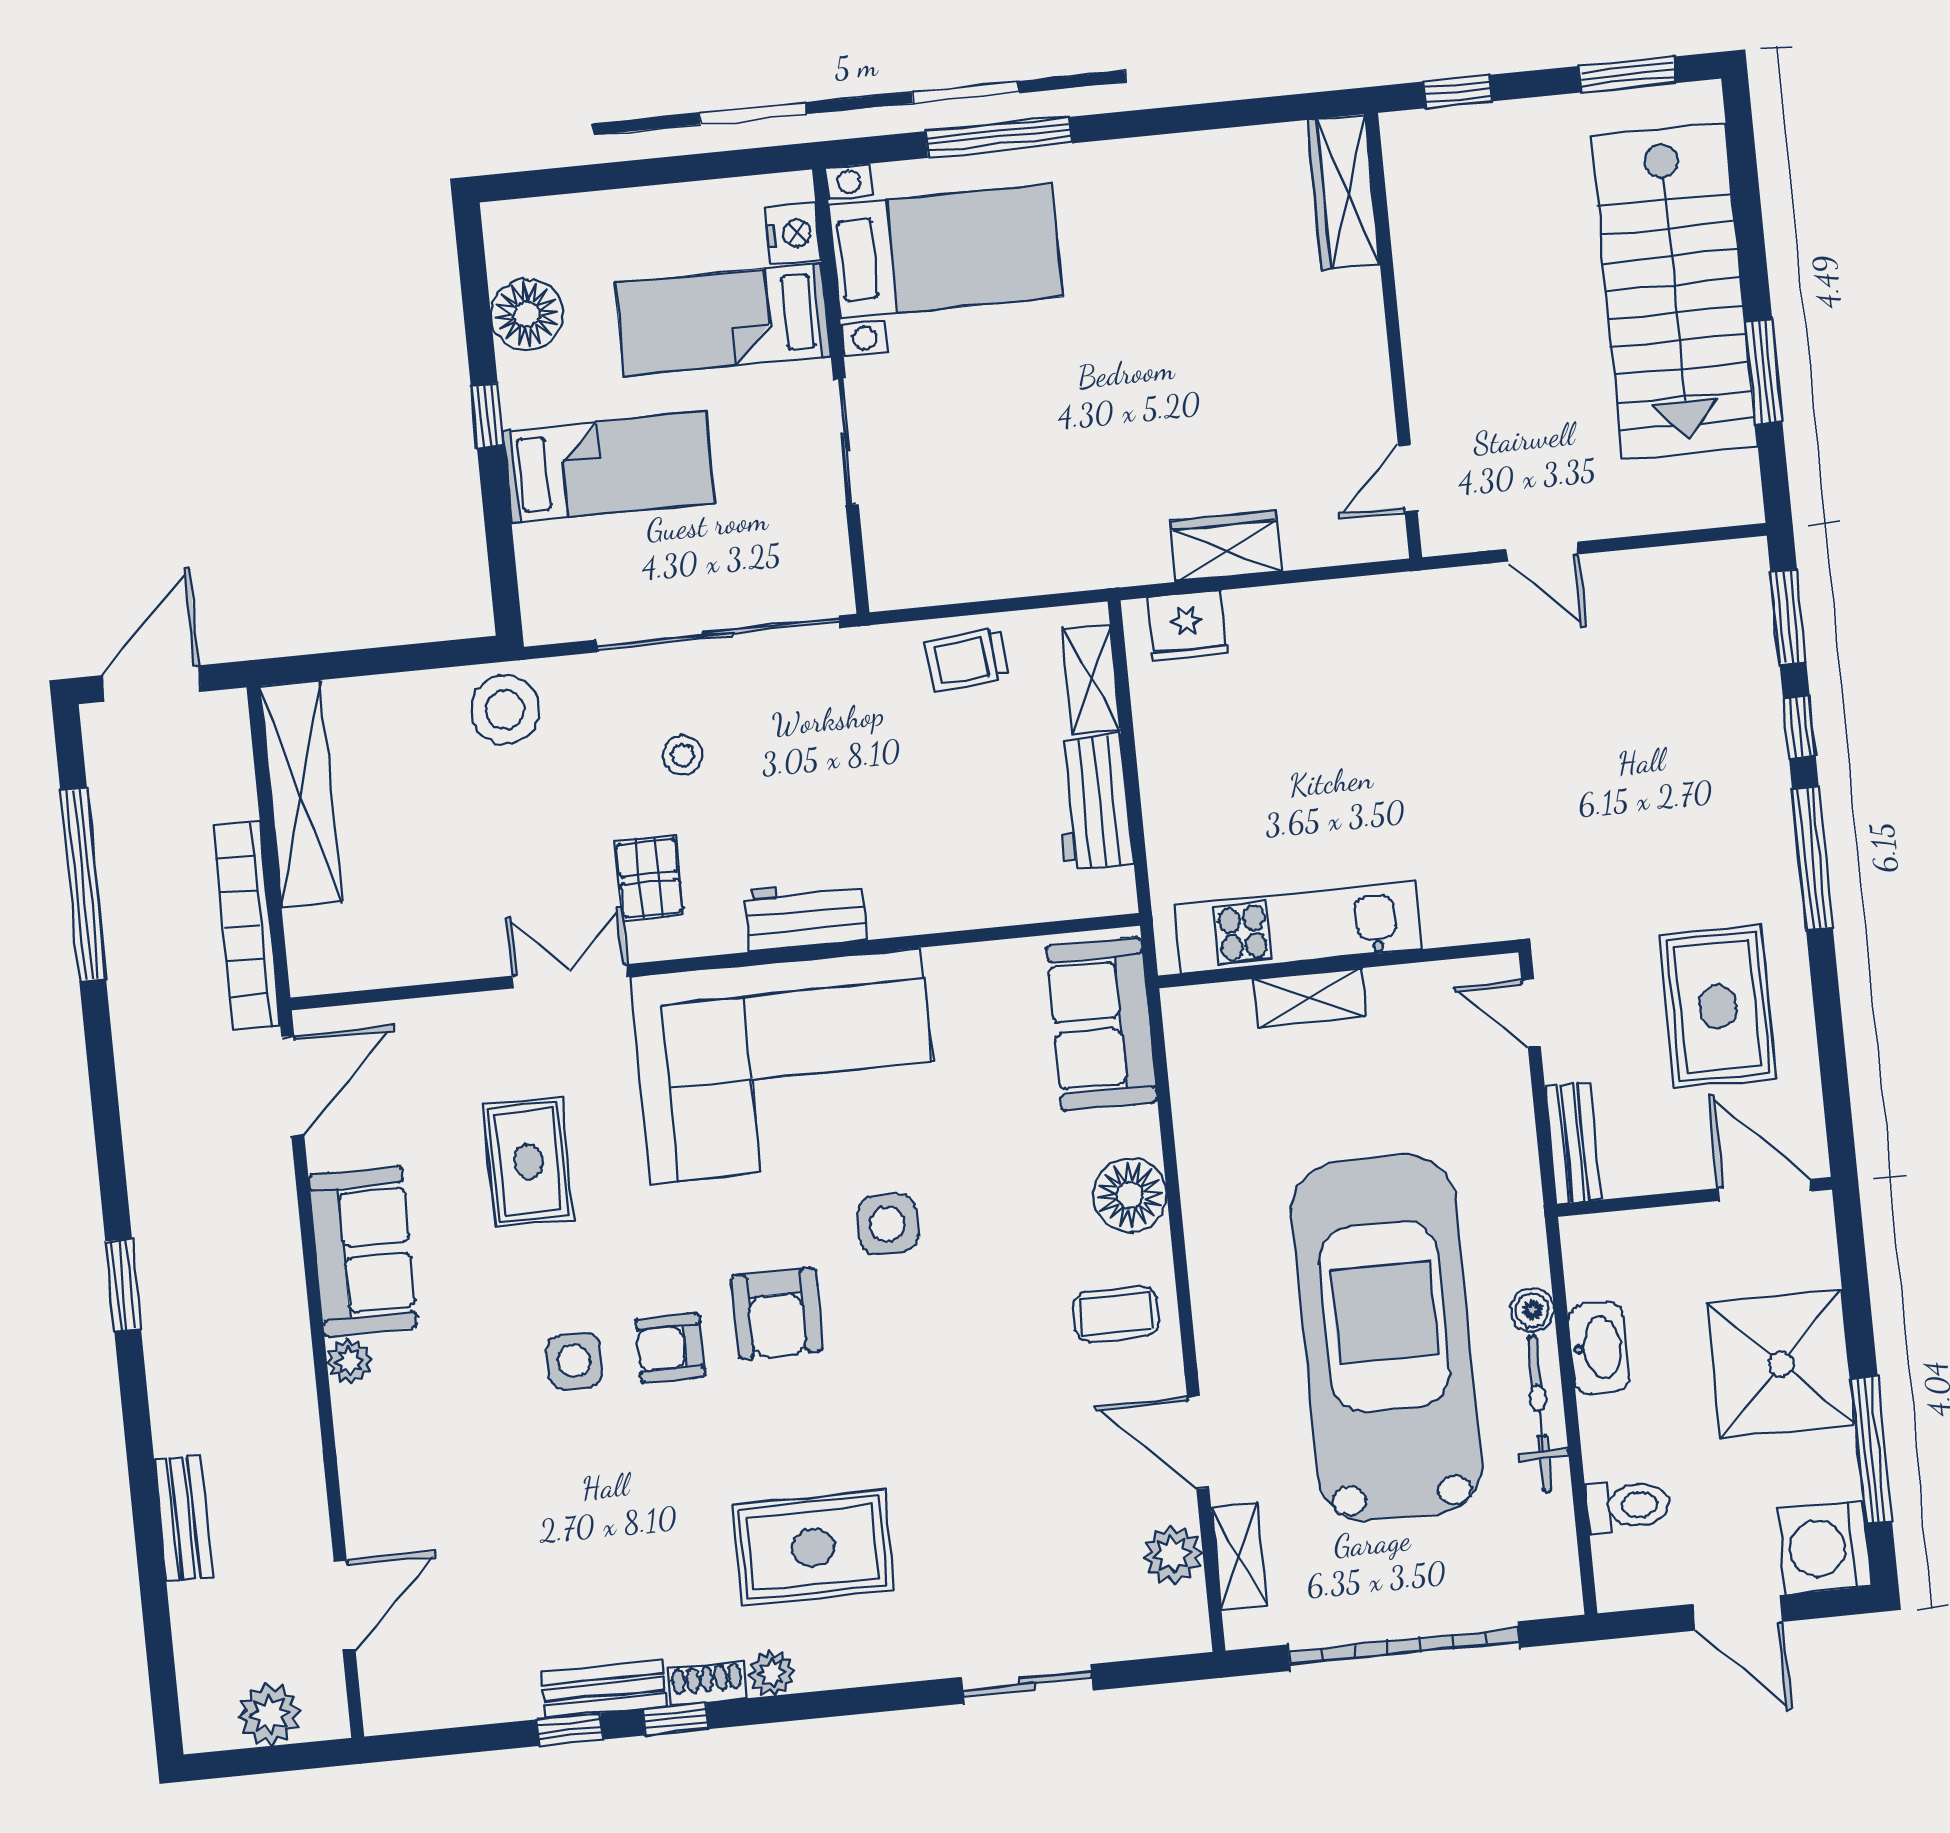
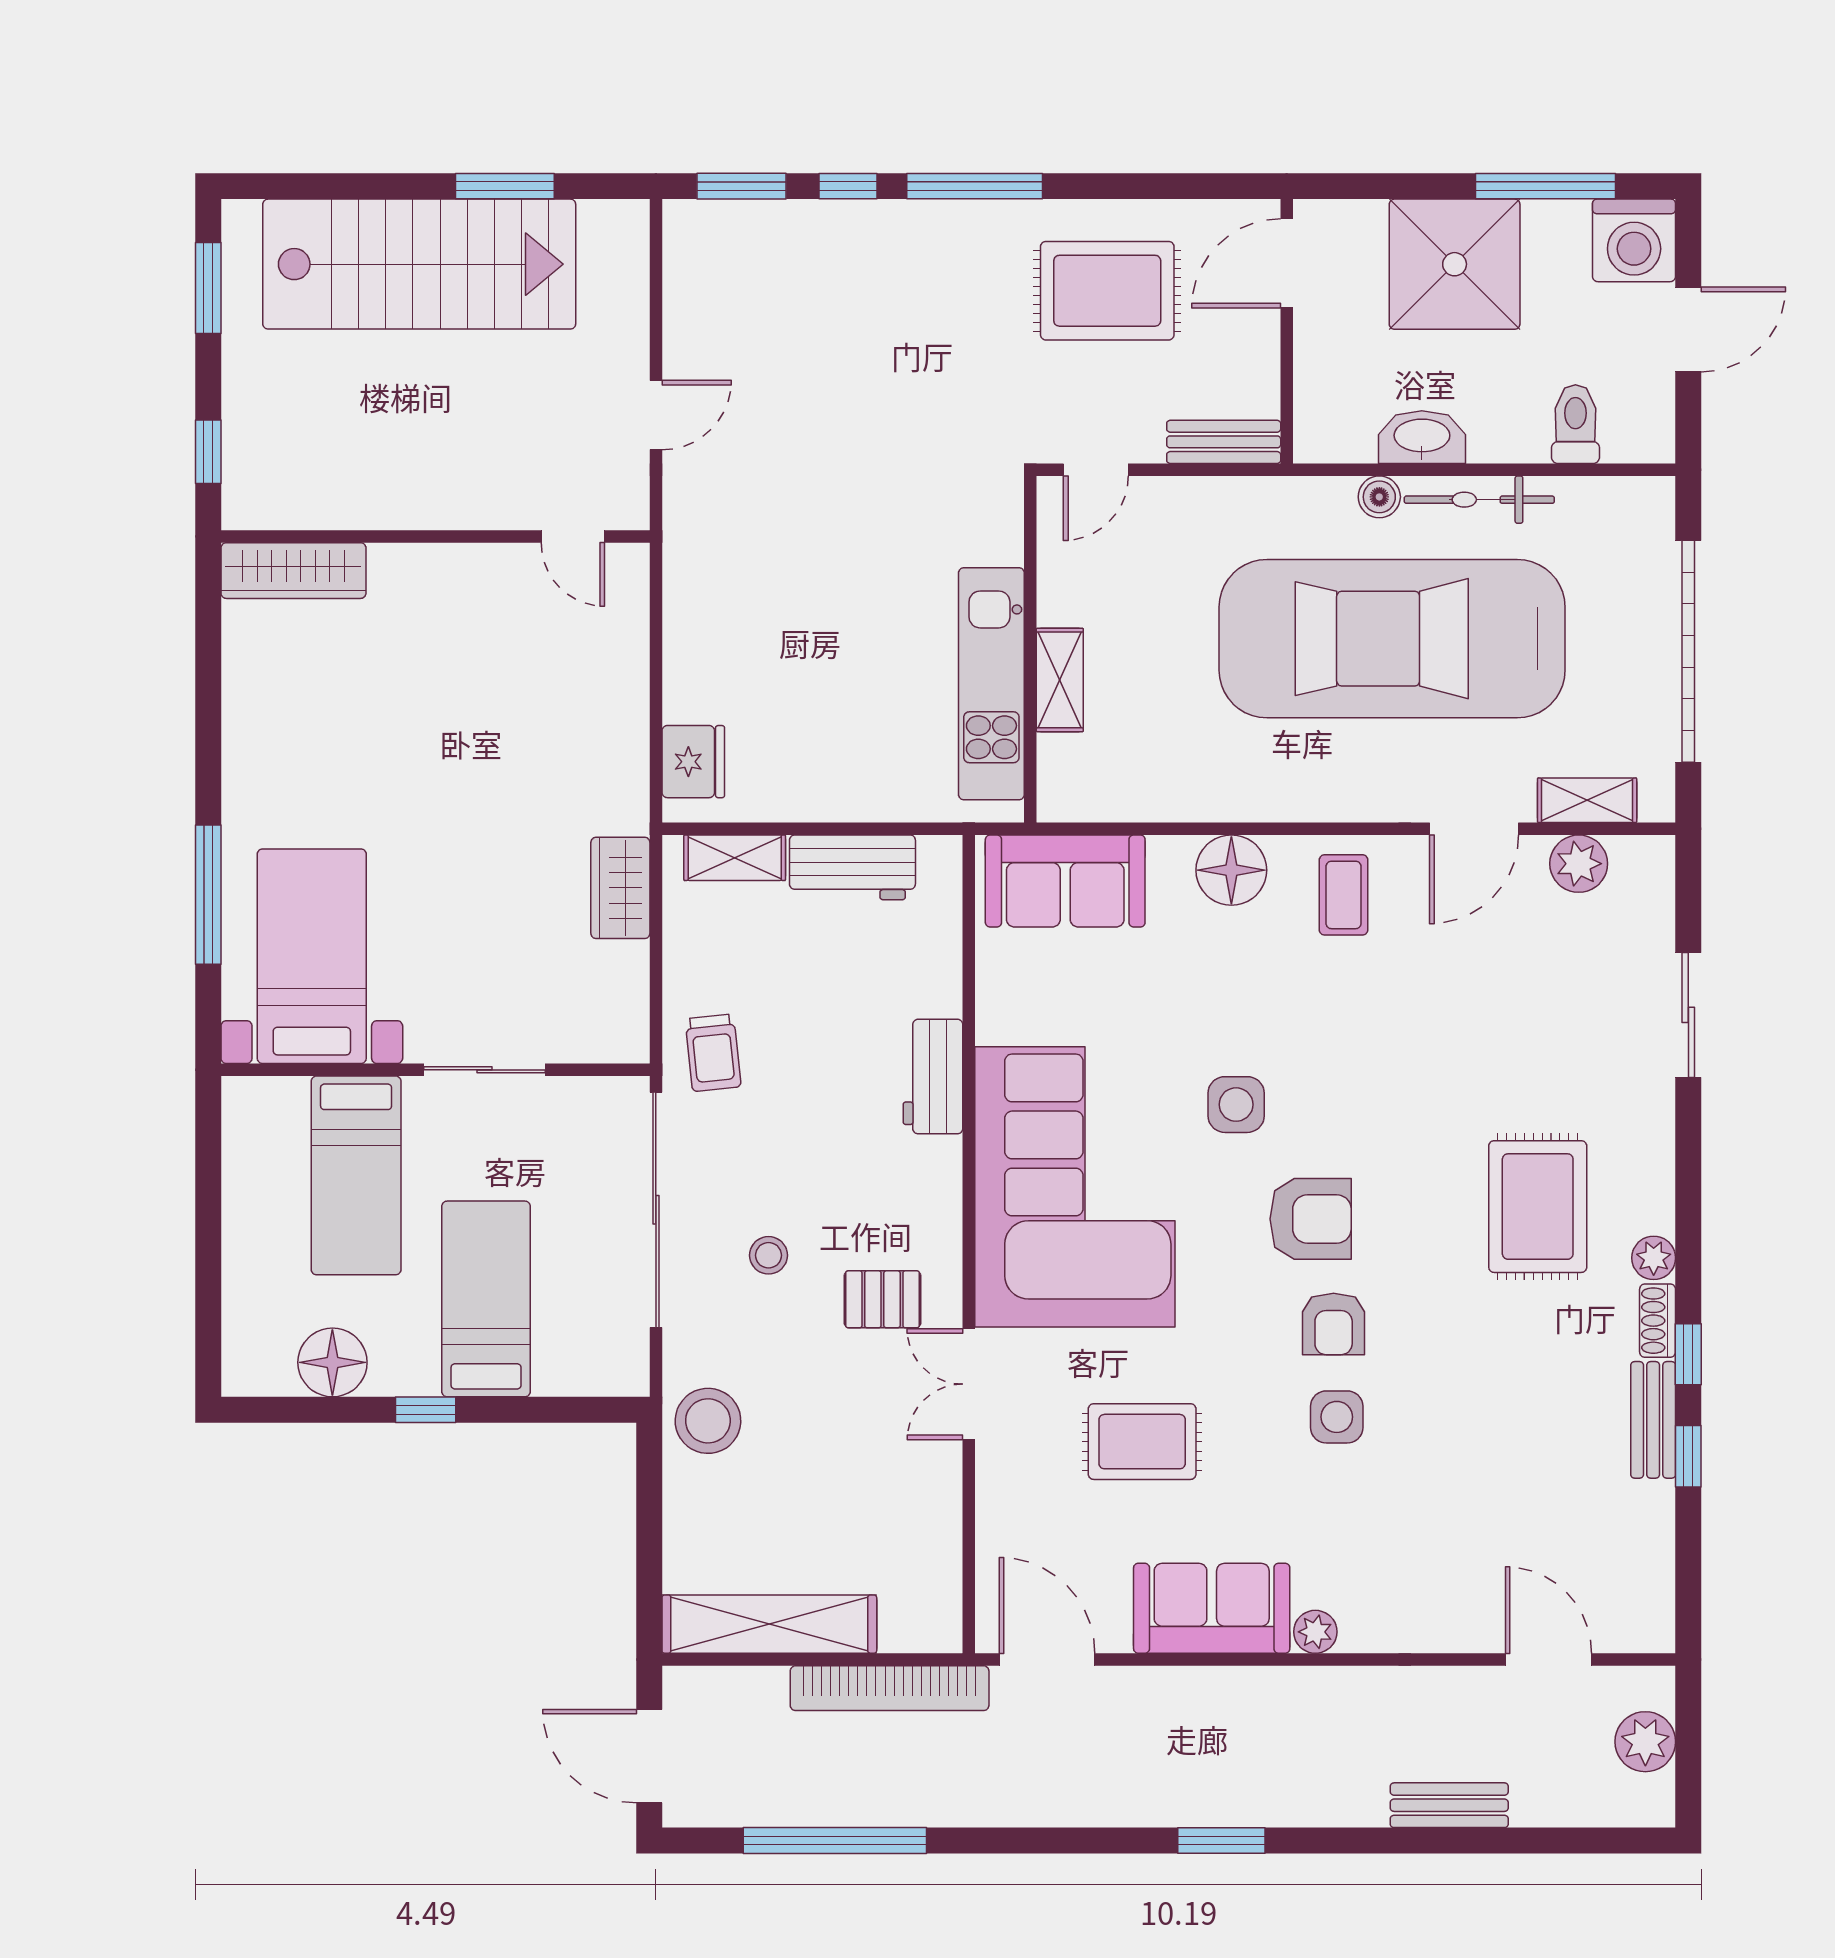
nightstand: (793, 233) -> (280, 1101), removed
wardrobe: (1226, 546) -> (620, 888), moved
trolley: (967, 660) -> (713, 1053), moved
workbench: (805, 915) -> (933, 1077), moved

